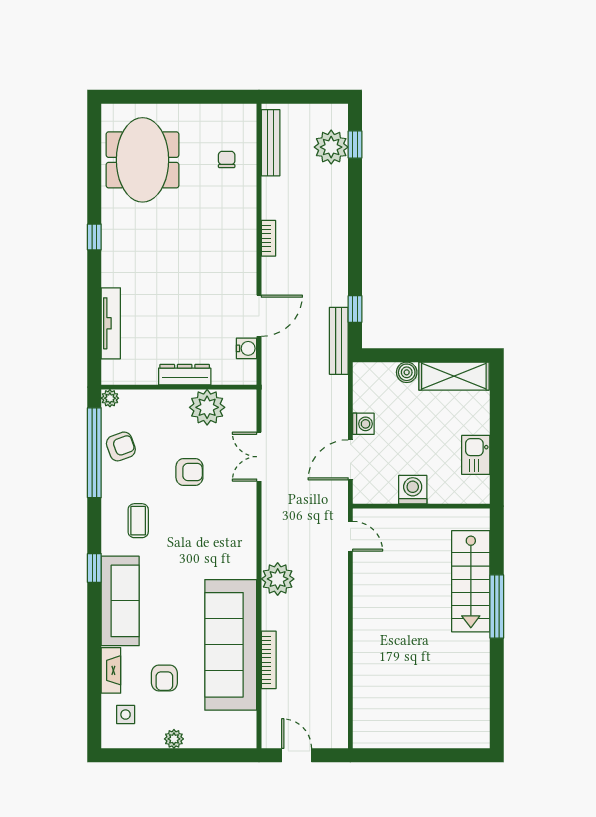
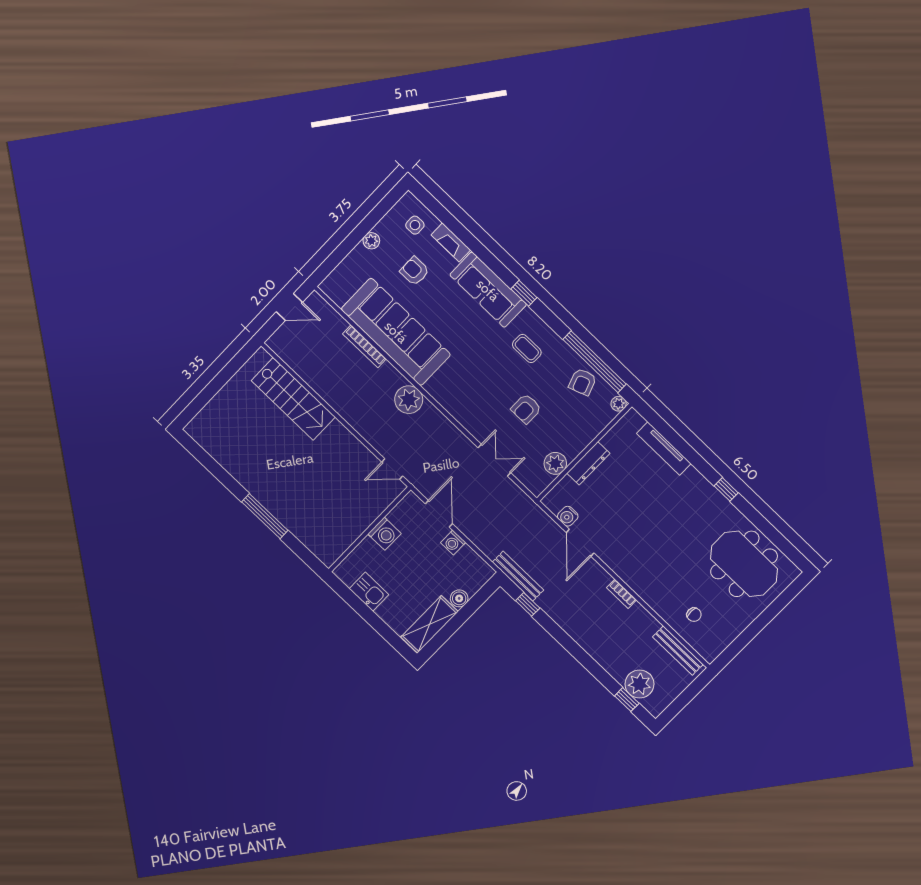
plant: (207, 407) -> (555, 463), width x0.73, depth x0.73
stairs: (471, 581) -> (293, 399), moved, turned 180

